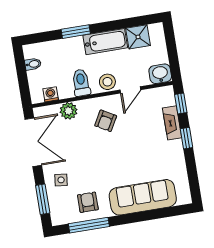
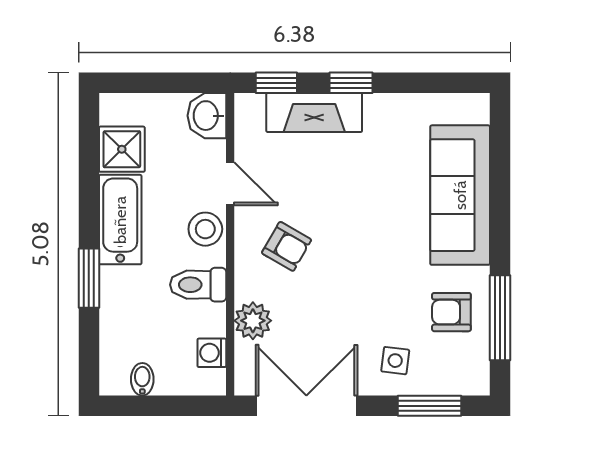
fireplace: (172, 123) -> (314, 112), width x1.37, depth x1.32

